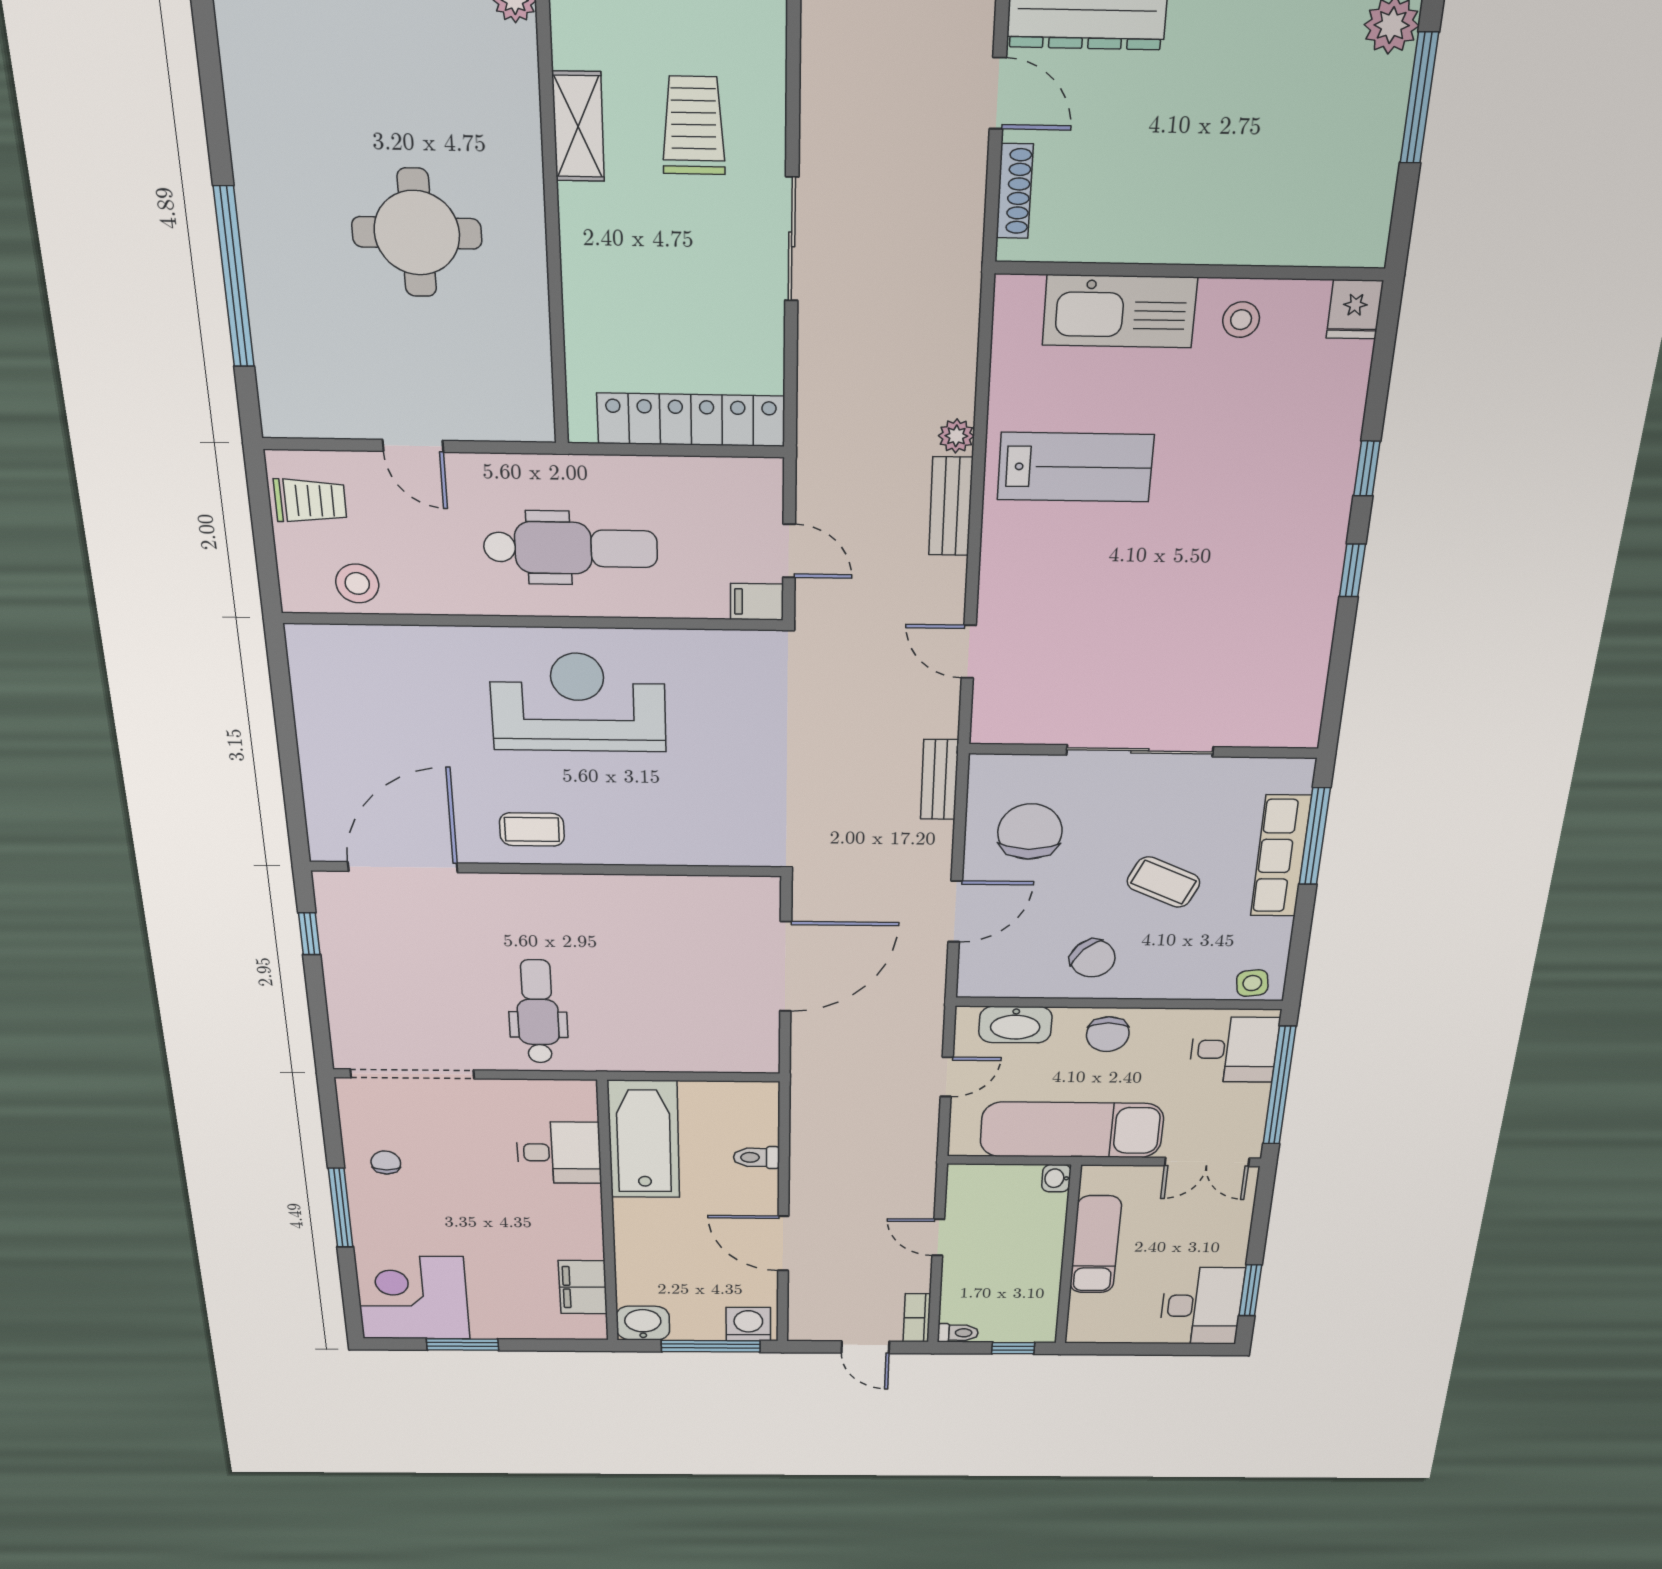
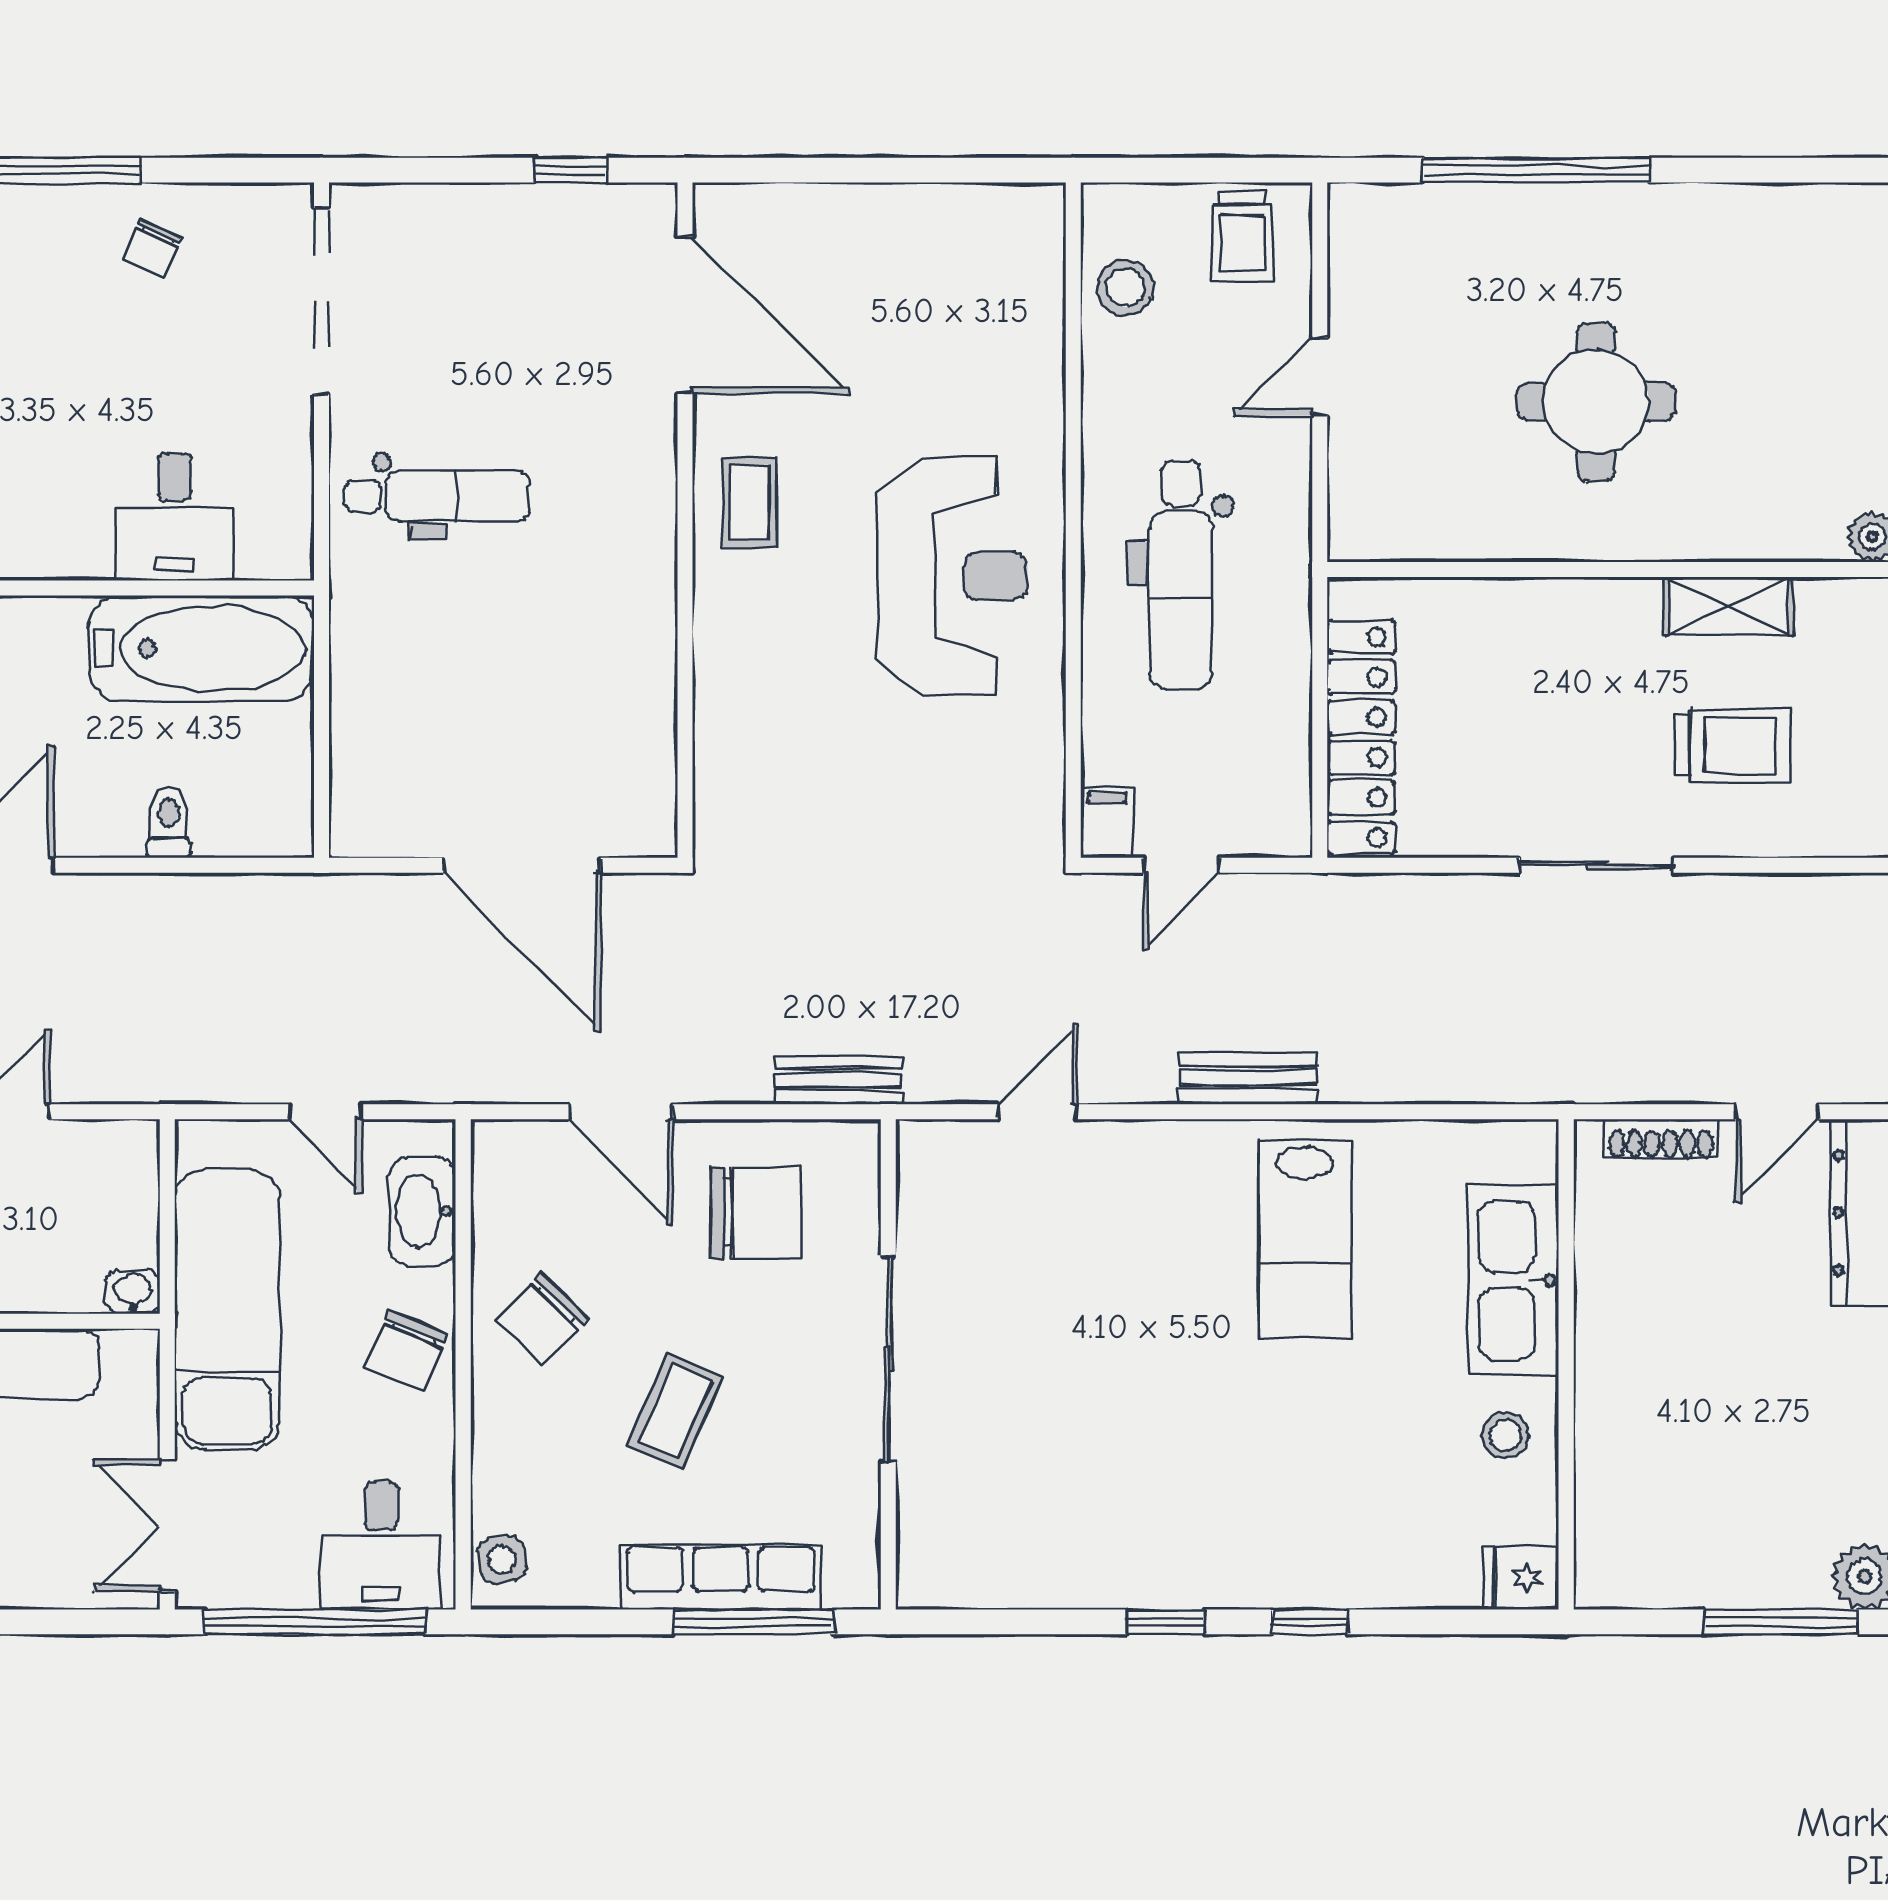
plant: (956, 436) -> (1345, 1081), removed
chair: (1108, 1034) -> (407, 1351), turned -67
chair: (386, 1162) -> (152, 248), turned 114

